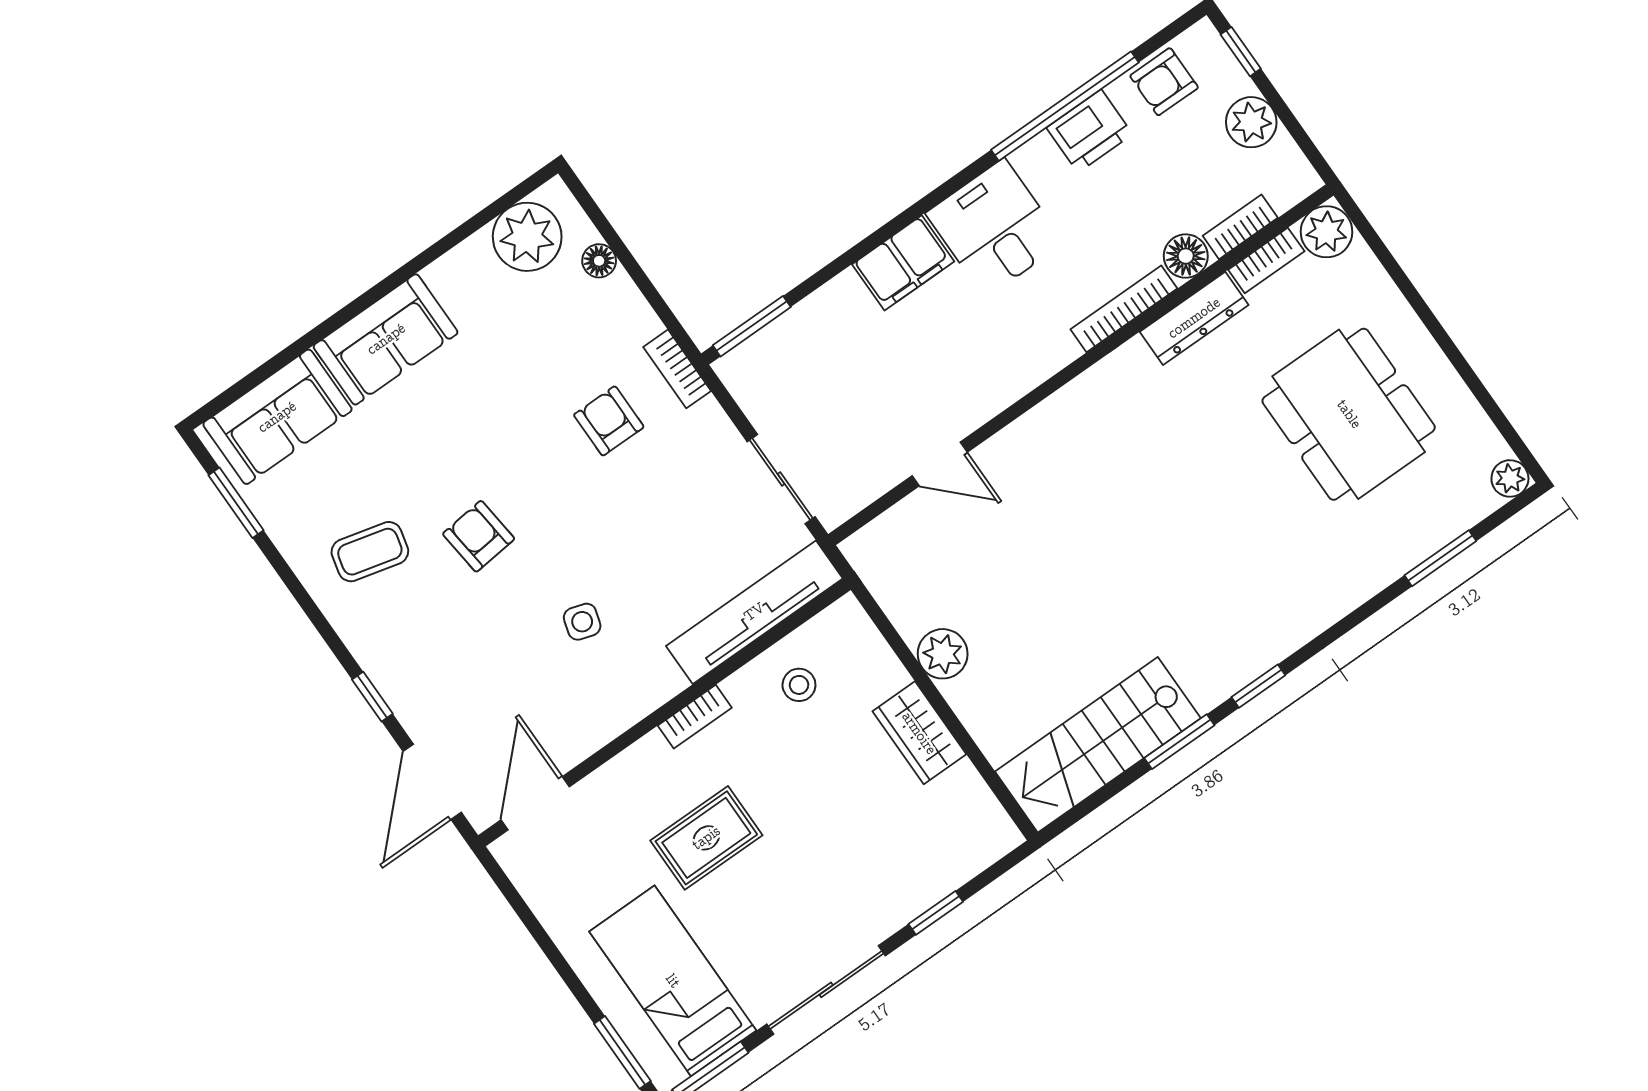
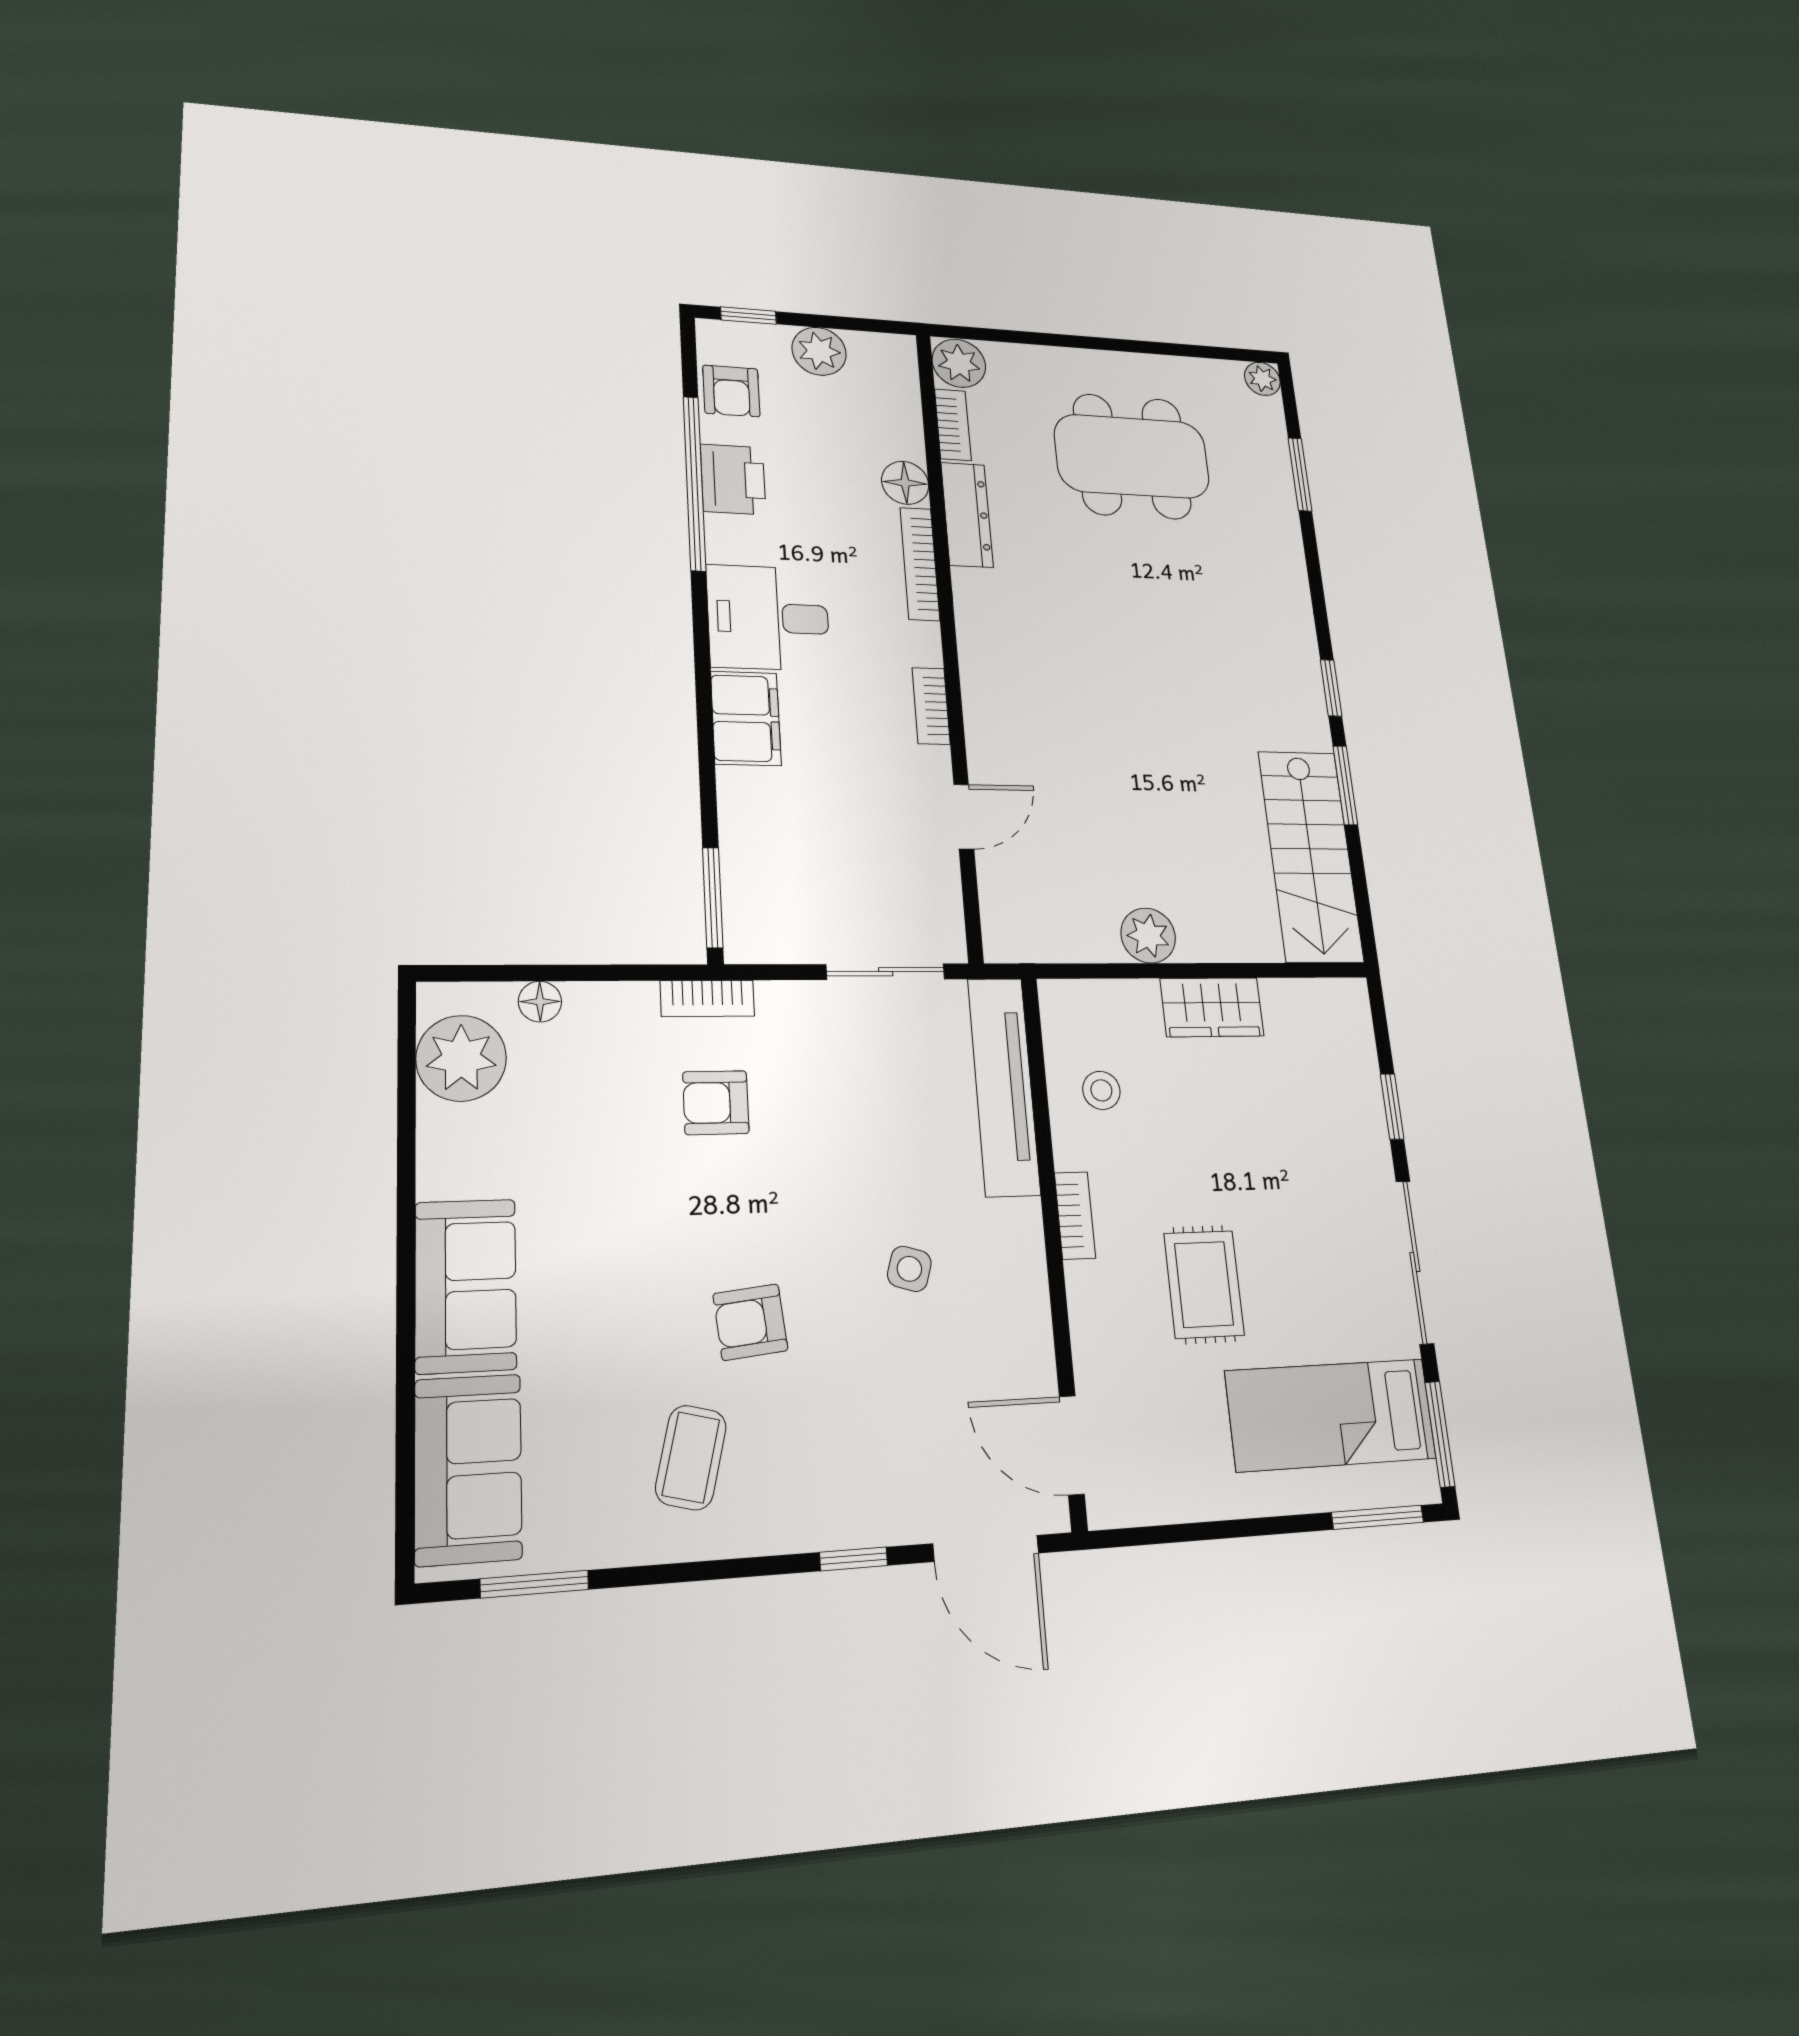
bookcase: (1240, 227) -> (931, 706), moved

